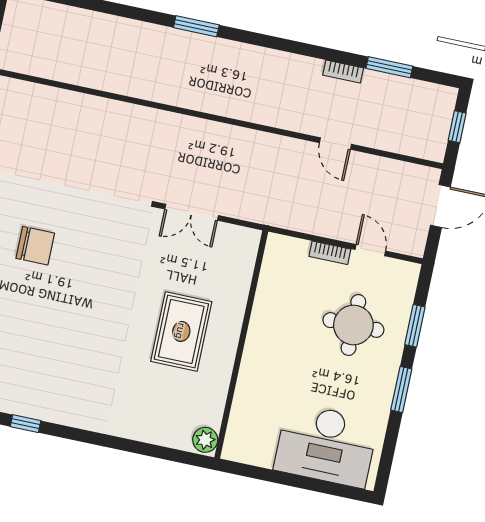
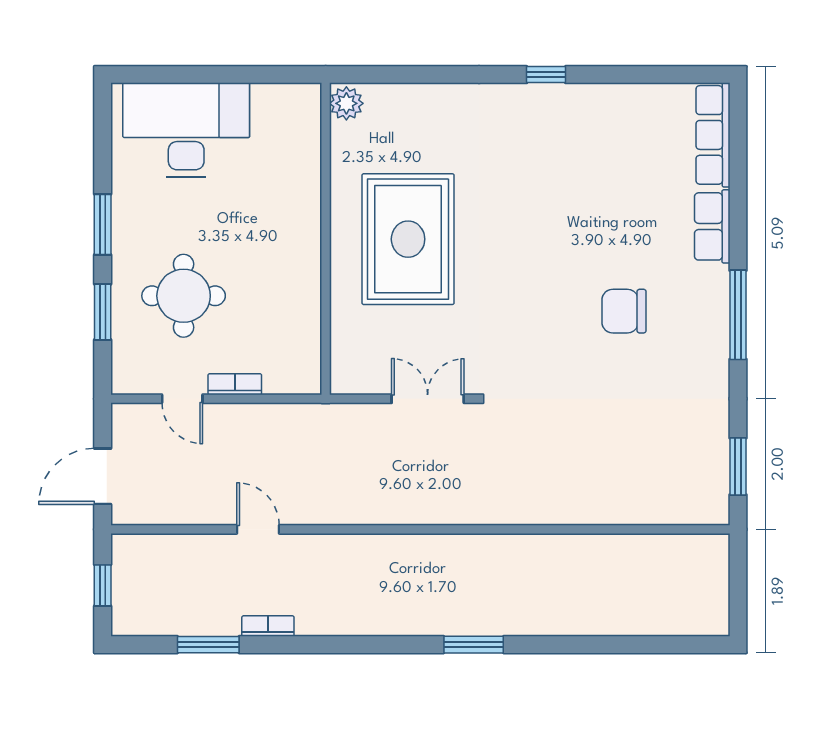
rug: (181, 331) -> (408, 239), width x1.37, depth x1.44
window: (26, 424) -> (546, 75), moved

